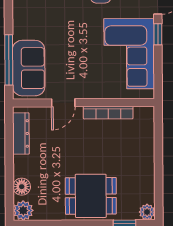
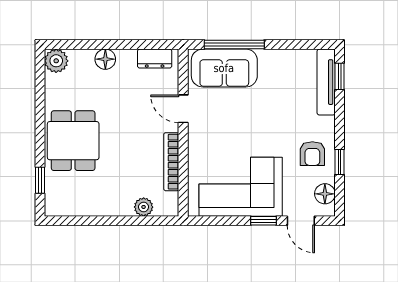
dresser: (21, 133) -> (155, 59), width x0.70
floor lamp: (22, 187) -> (105, 59), moved
plant: (147, 212) -> (144, 207), moved

